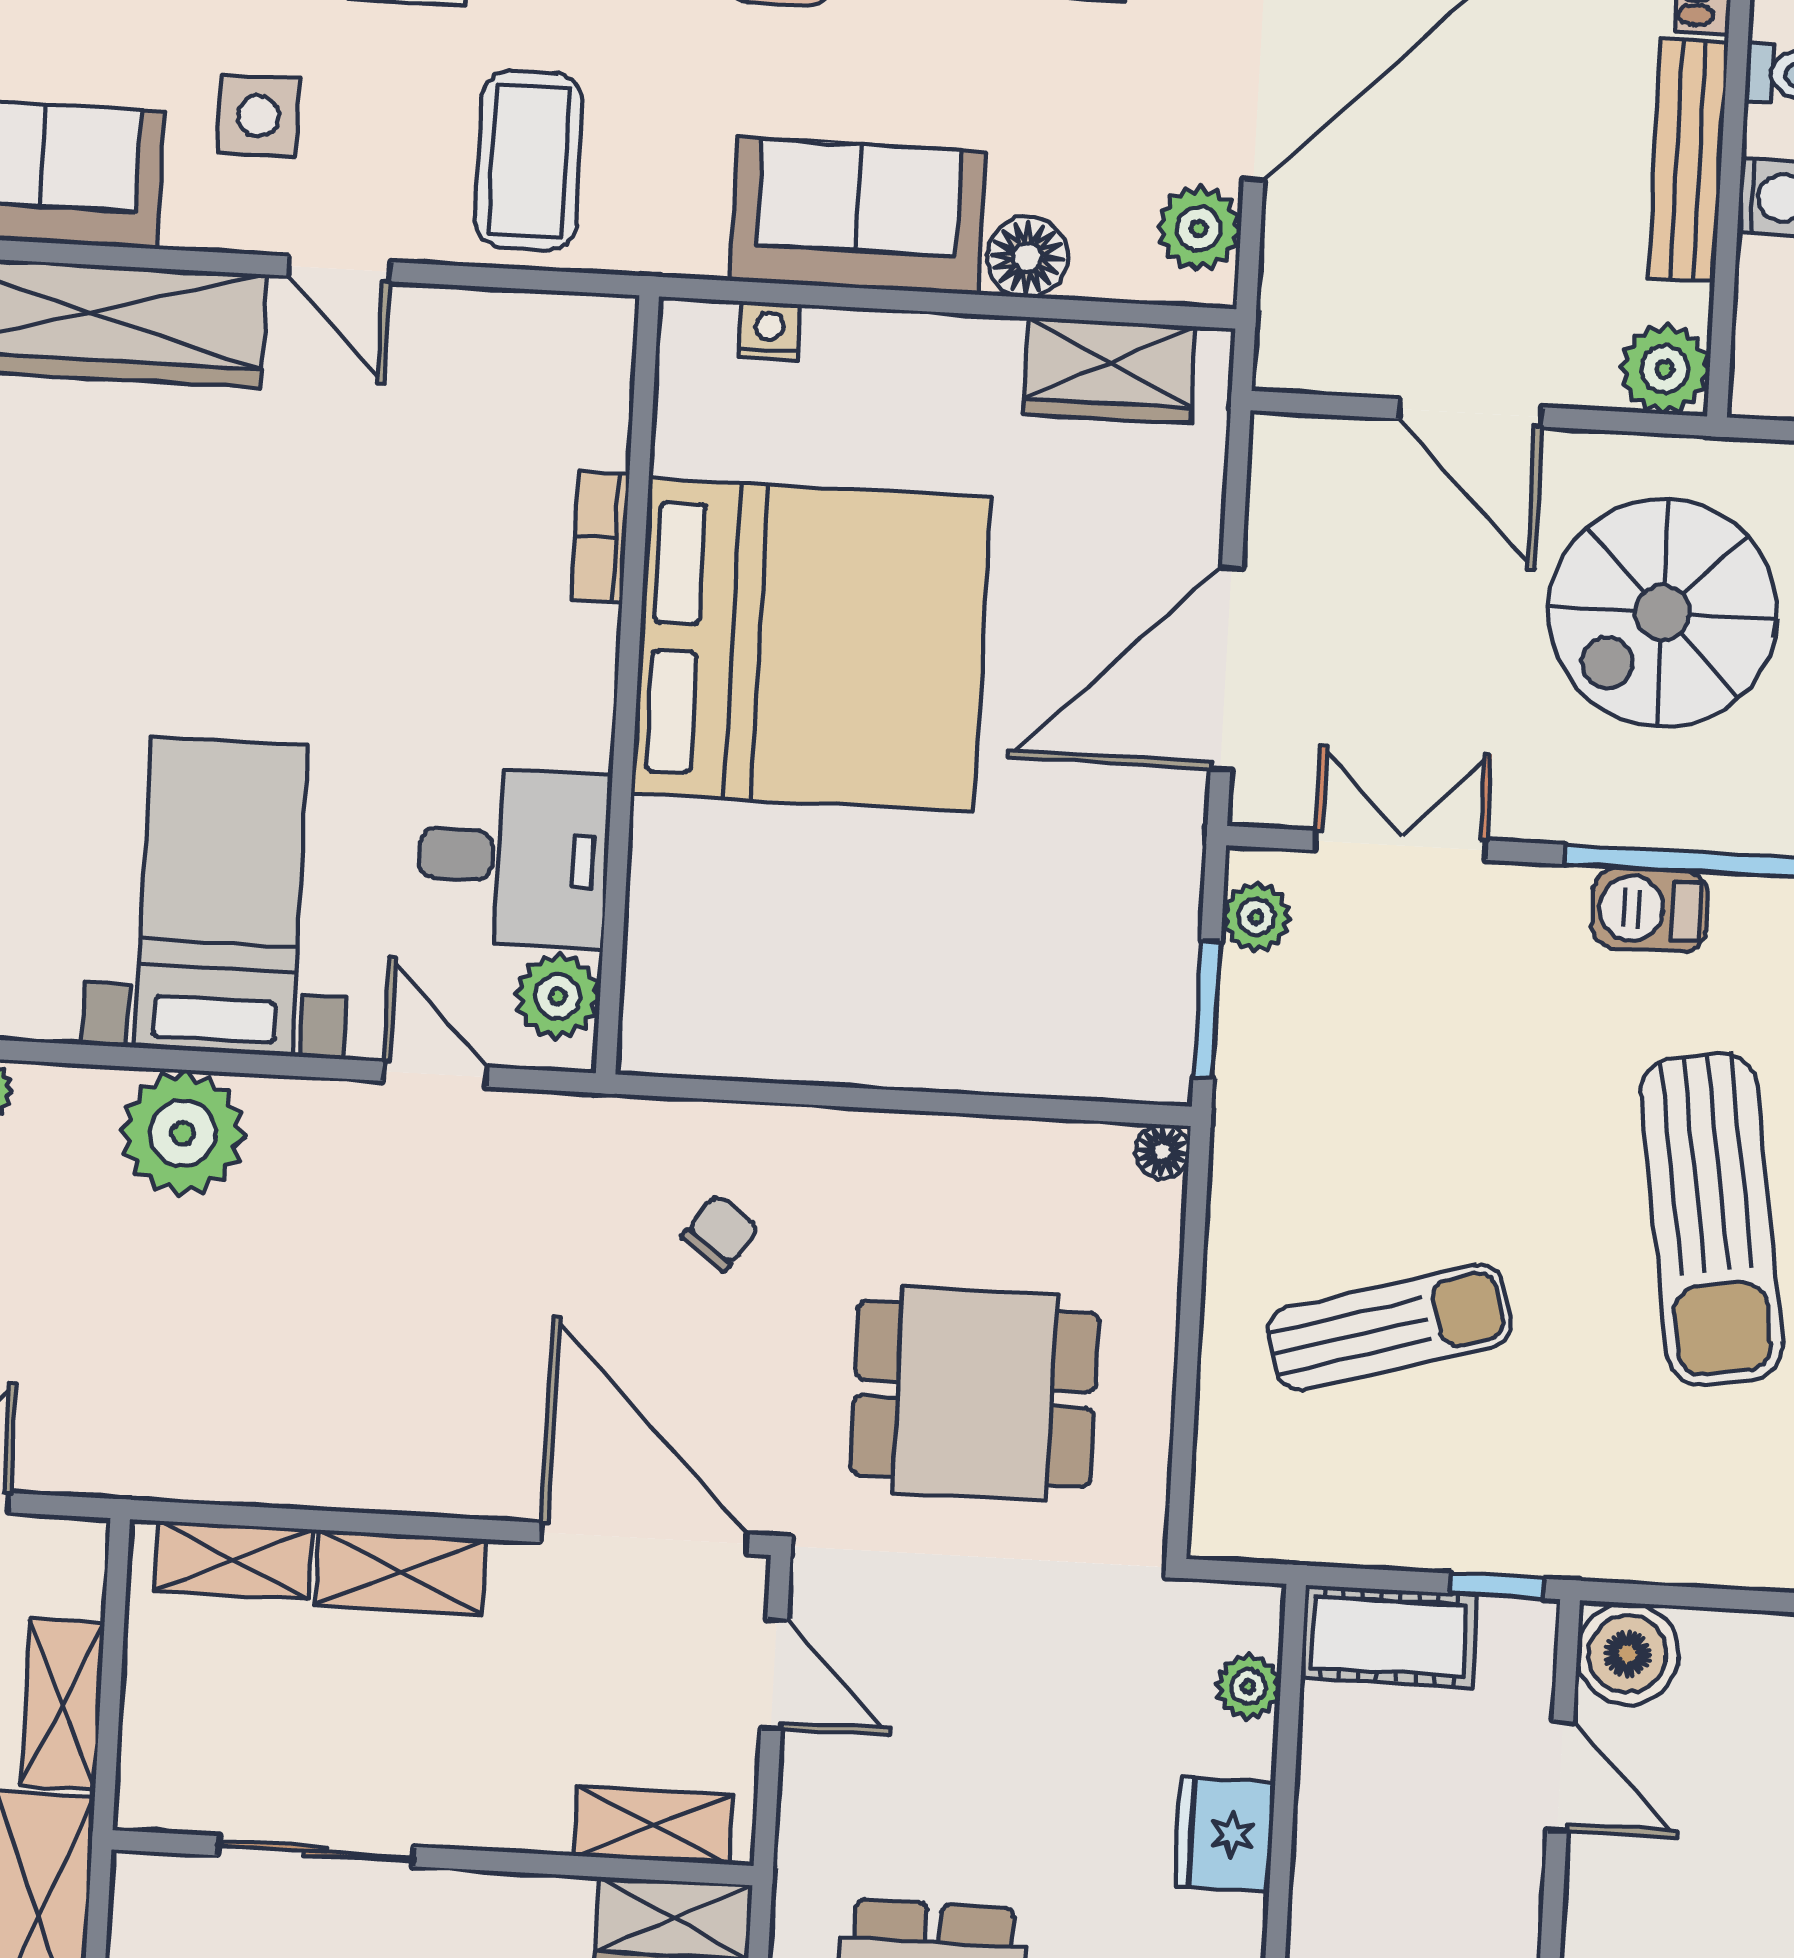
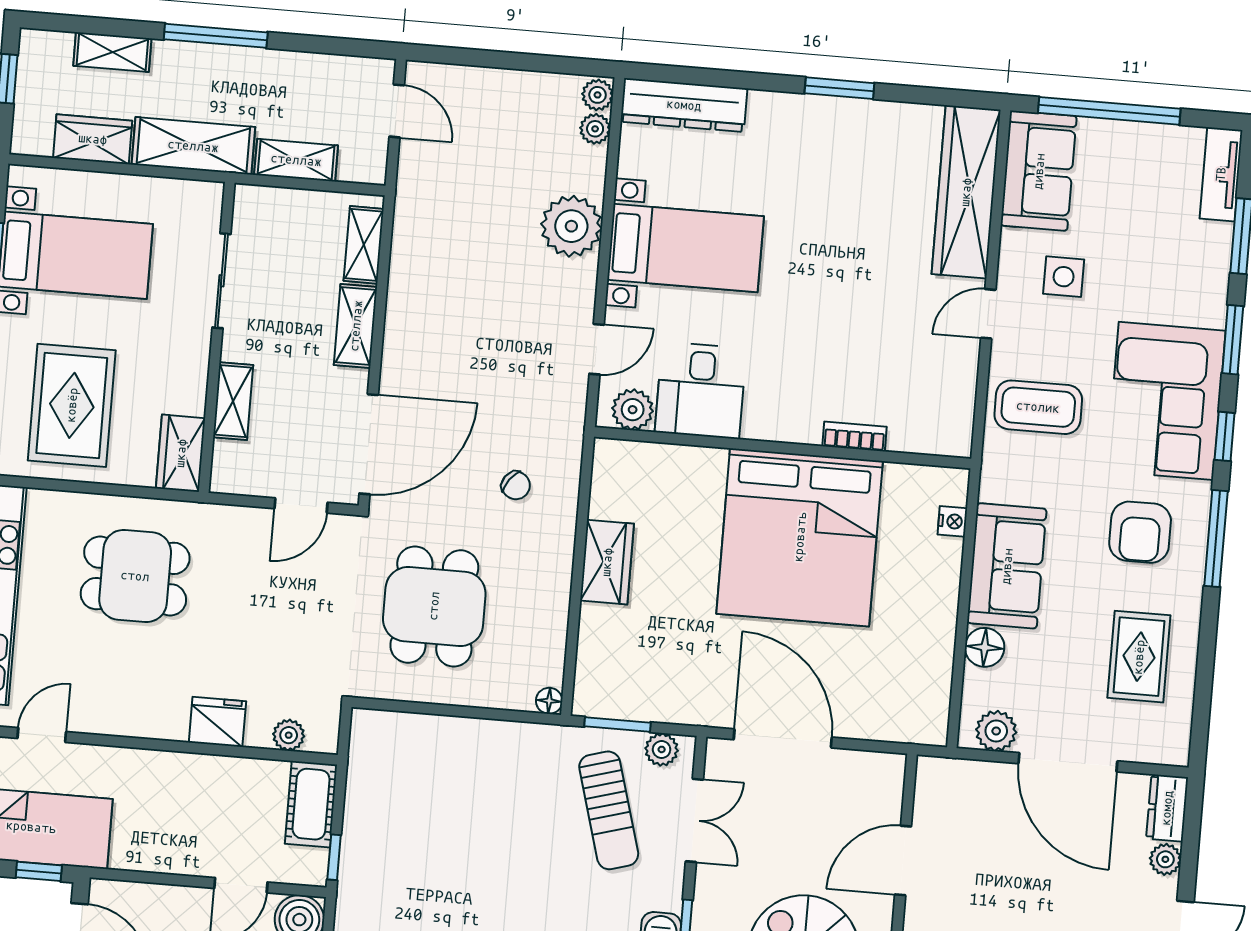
wardrobe: (1109, 370) -> (607, 562), moved, turned 180
sun lounger: (1389, 1327) -> (609, 810), moved
shelving: (653, 1825) -> (233, 401), moved

